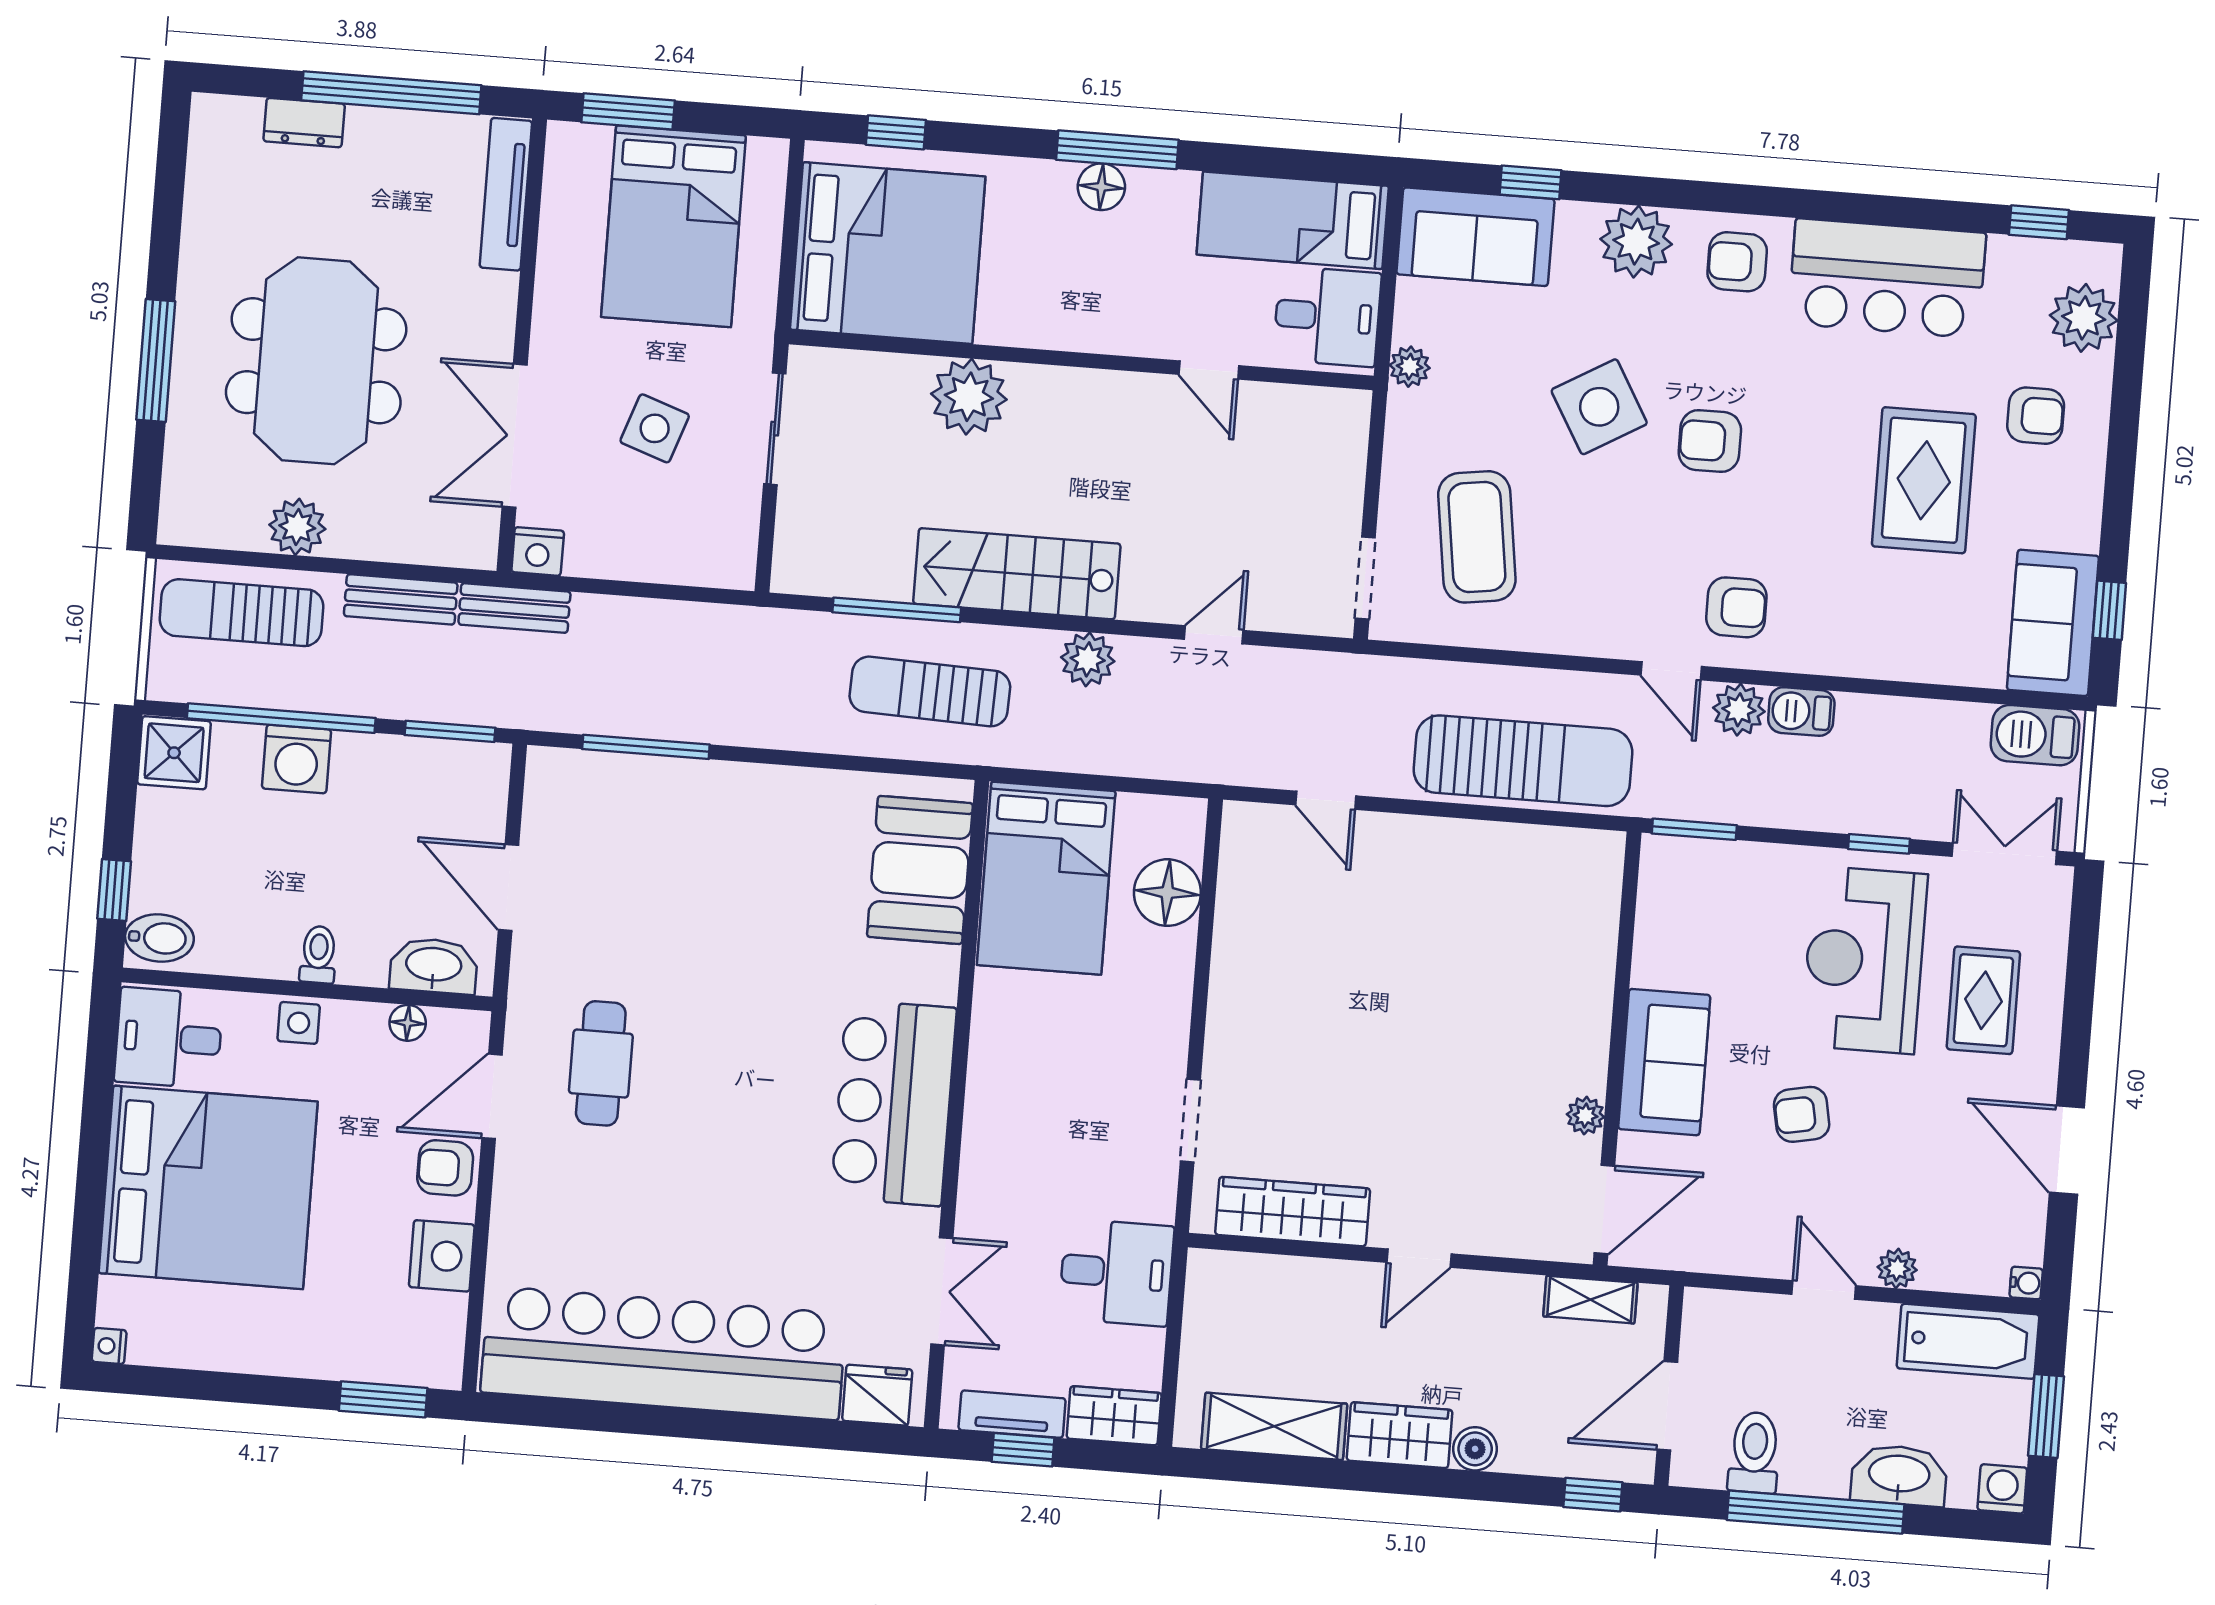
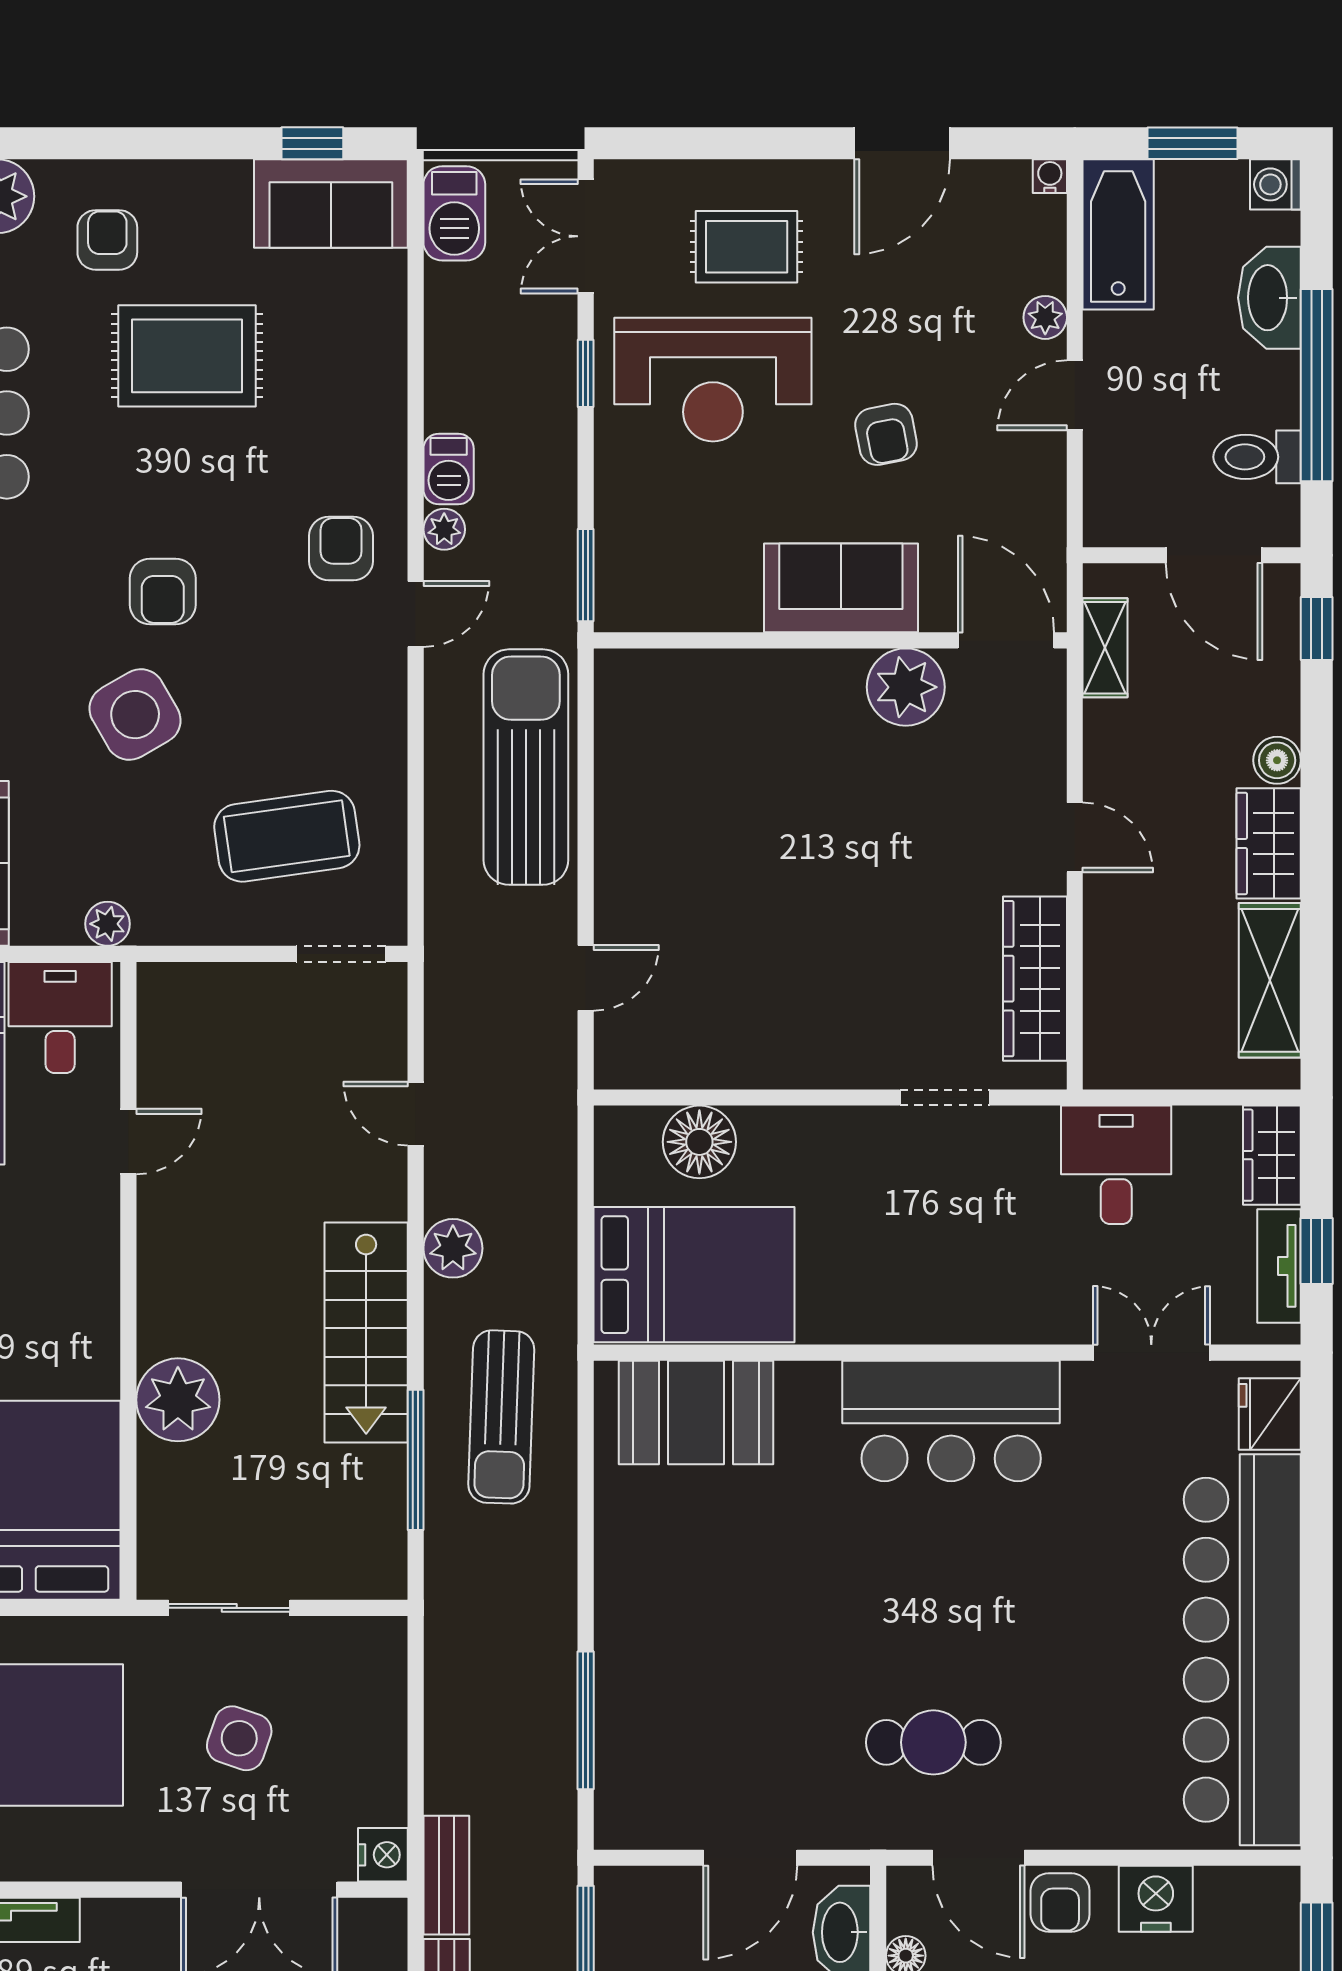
plant: (1739, 710) -> (444, 529), width x0.73, depth x0.73
plant: (1585, 1116) -> (906, 687), width x1.88, depth x1.88

